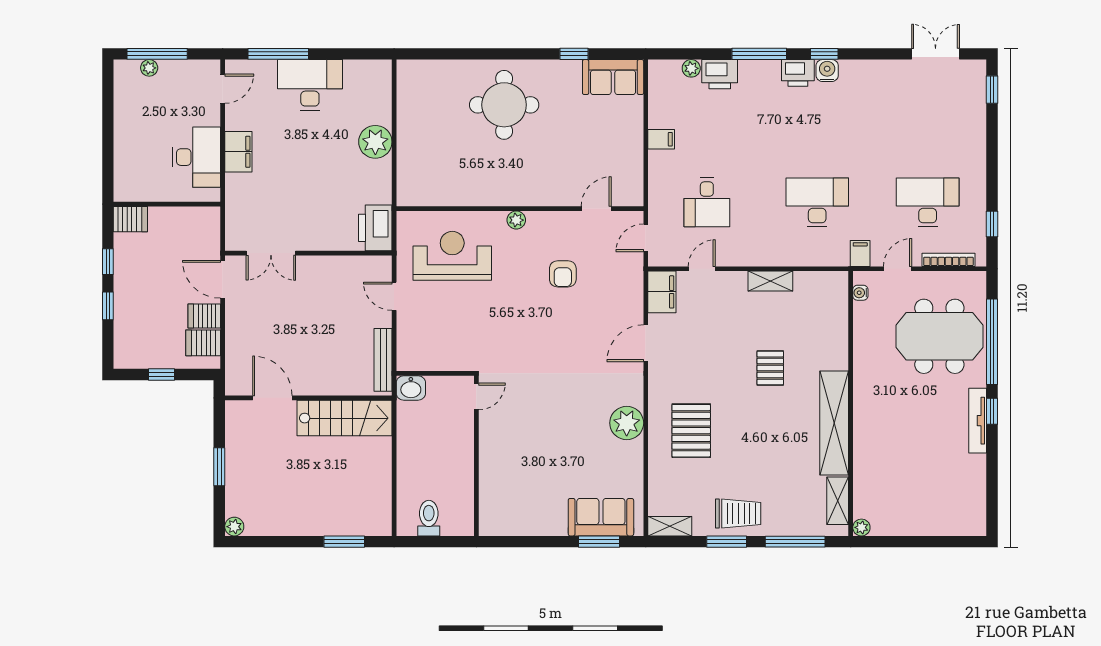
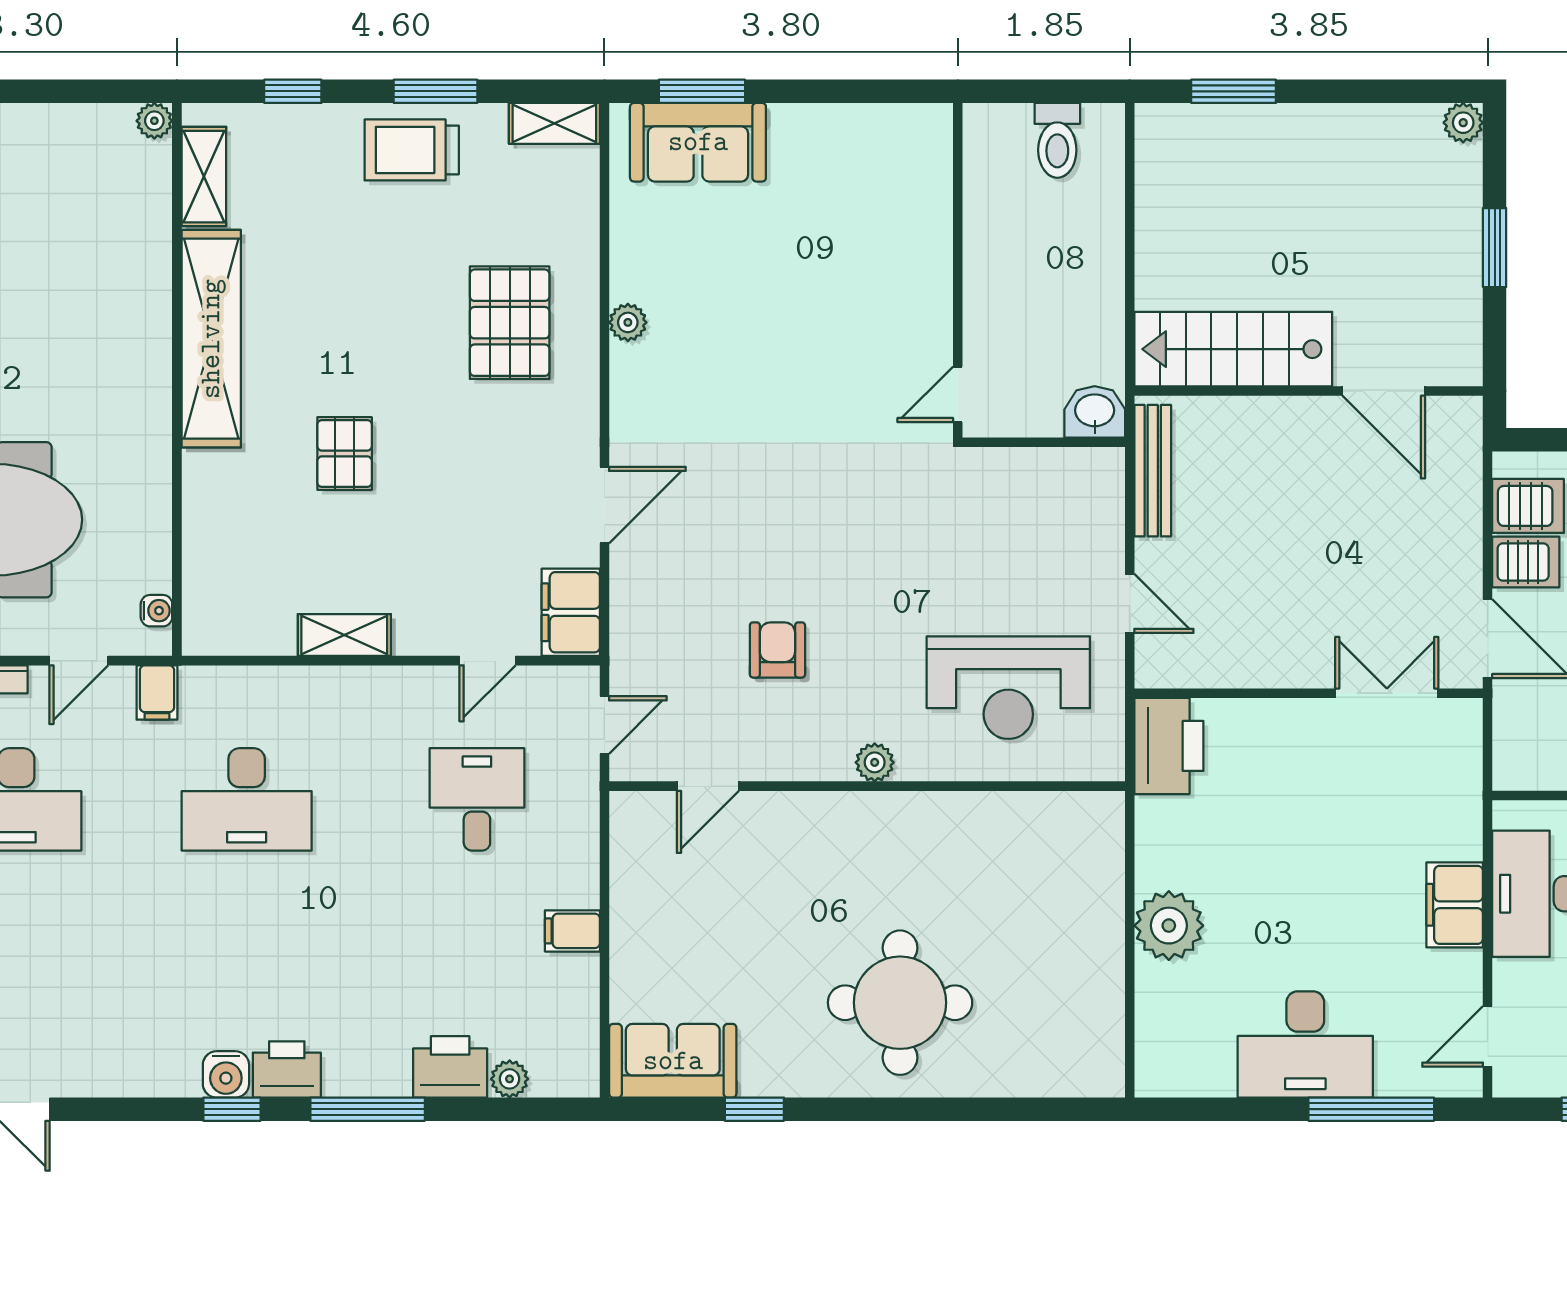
plant: (627, 423) -> (628, 322), width x0.53, depth x0.53
window: (795, 542) -> (293, 91), width x0.46

